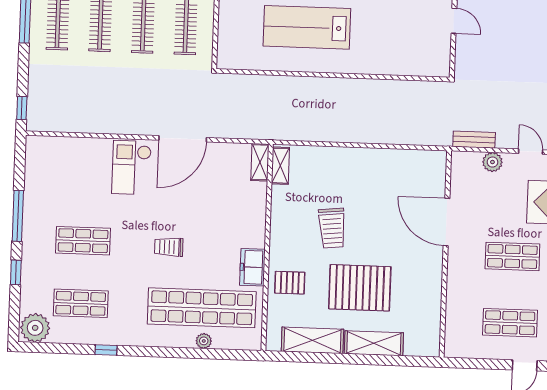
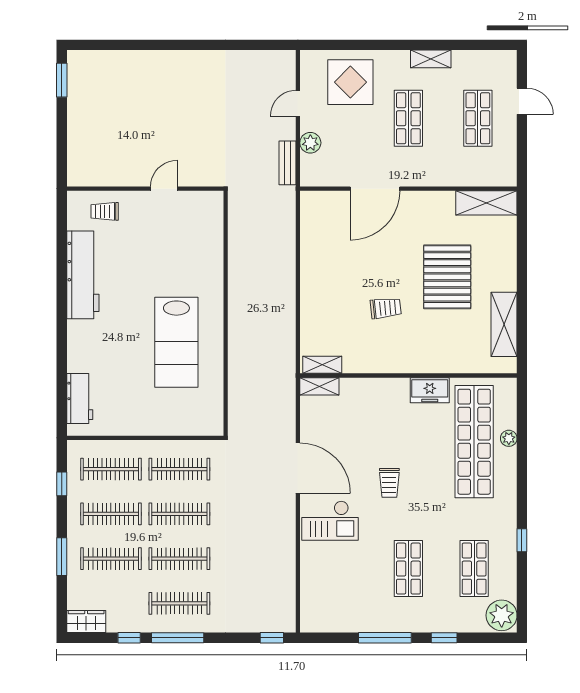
trolley: (332, 228) -> (386, 308), width x0.73, depth x0.72
trolley: (169, 247) -> (389, 483), moved
pallet: (290, 283) -> (444, 350), removed
shelving: (374, 343) -> (486, 203), moved, turned 90

